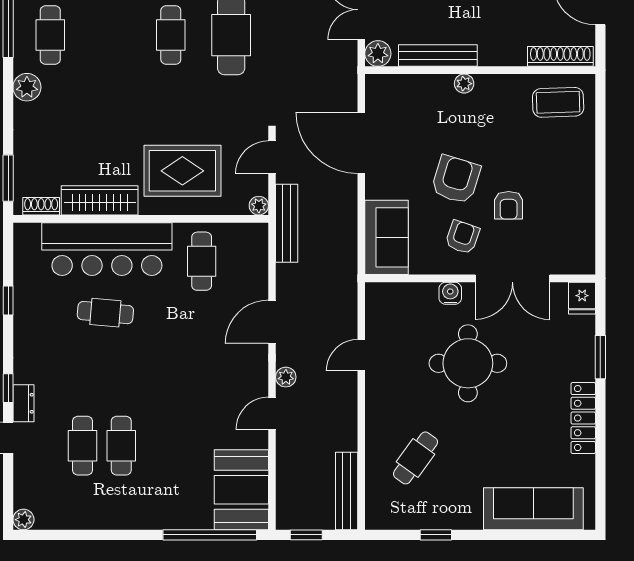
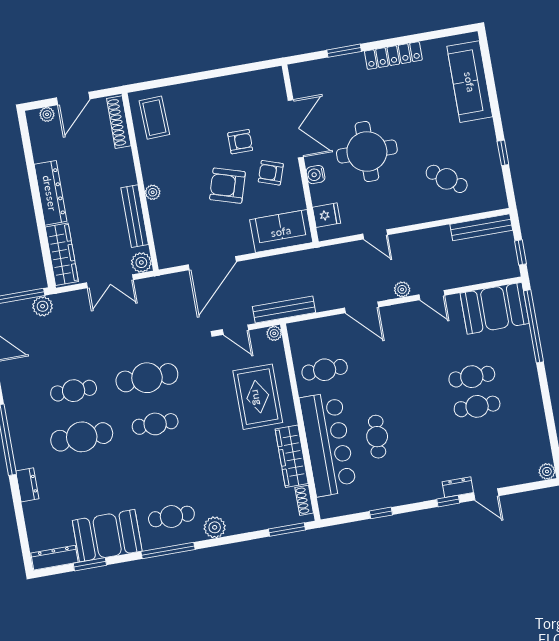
fridge: (582, 298) -> (327, 215), moved
cafe table: (83, 446) -> (472, 377), moved

